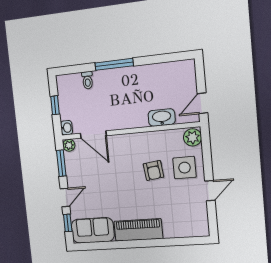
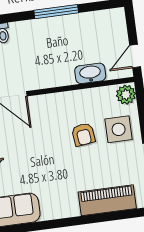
window: (114, 64) -> (56, 12), moved
piano: (138, 230) -> (107, 200), moved

